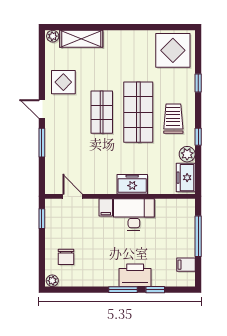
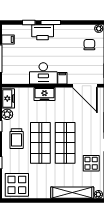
shelving: (81, 39) -> (72, 193), width x1.47
shop shelf: (102, 112) -> (65, 143), width x1.43, depth x1.36
door: (73, 196) -> (85, 86), width x1.87

